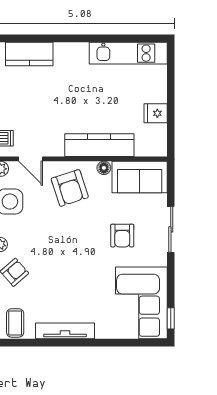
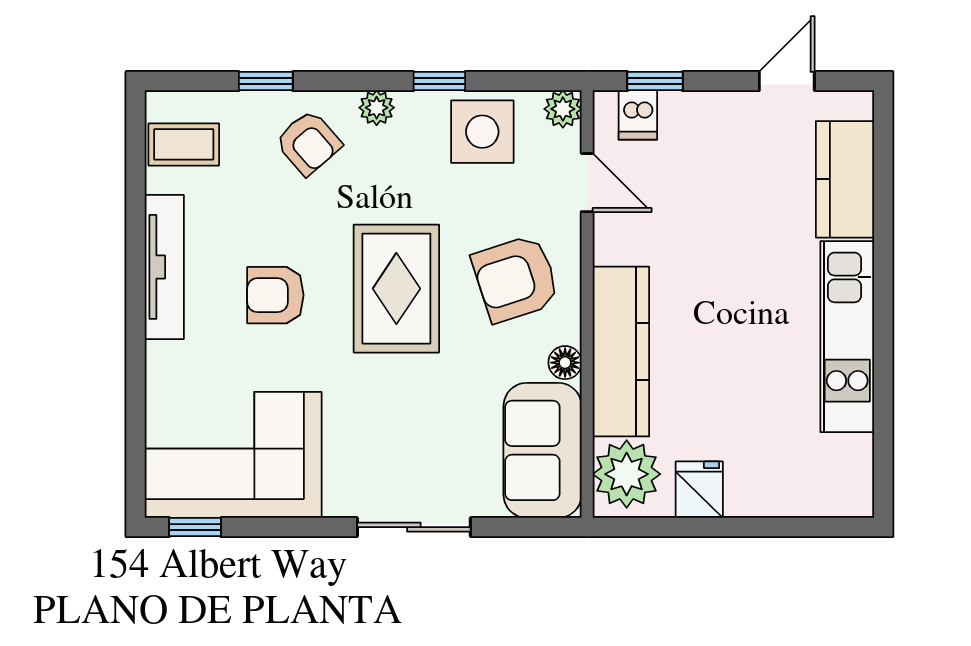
kitchen unit: (128, 53) -> (847, 337), moved
plant: (149, 143) -> (627, 474), added
door: (31, 159) -> (587, 183), swing flipped
rug: (74, 236) -> (396, 289), added
armchair: (122, 236) -> (275, 295), moved

